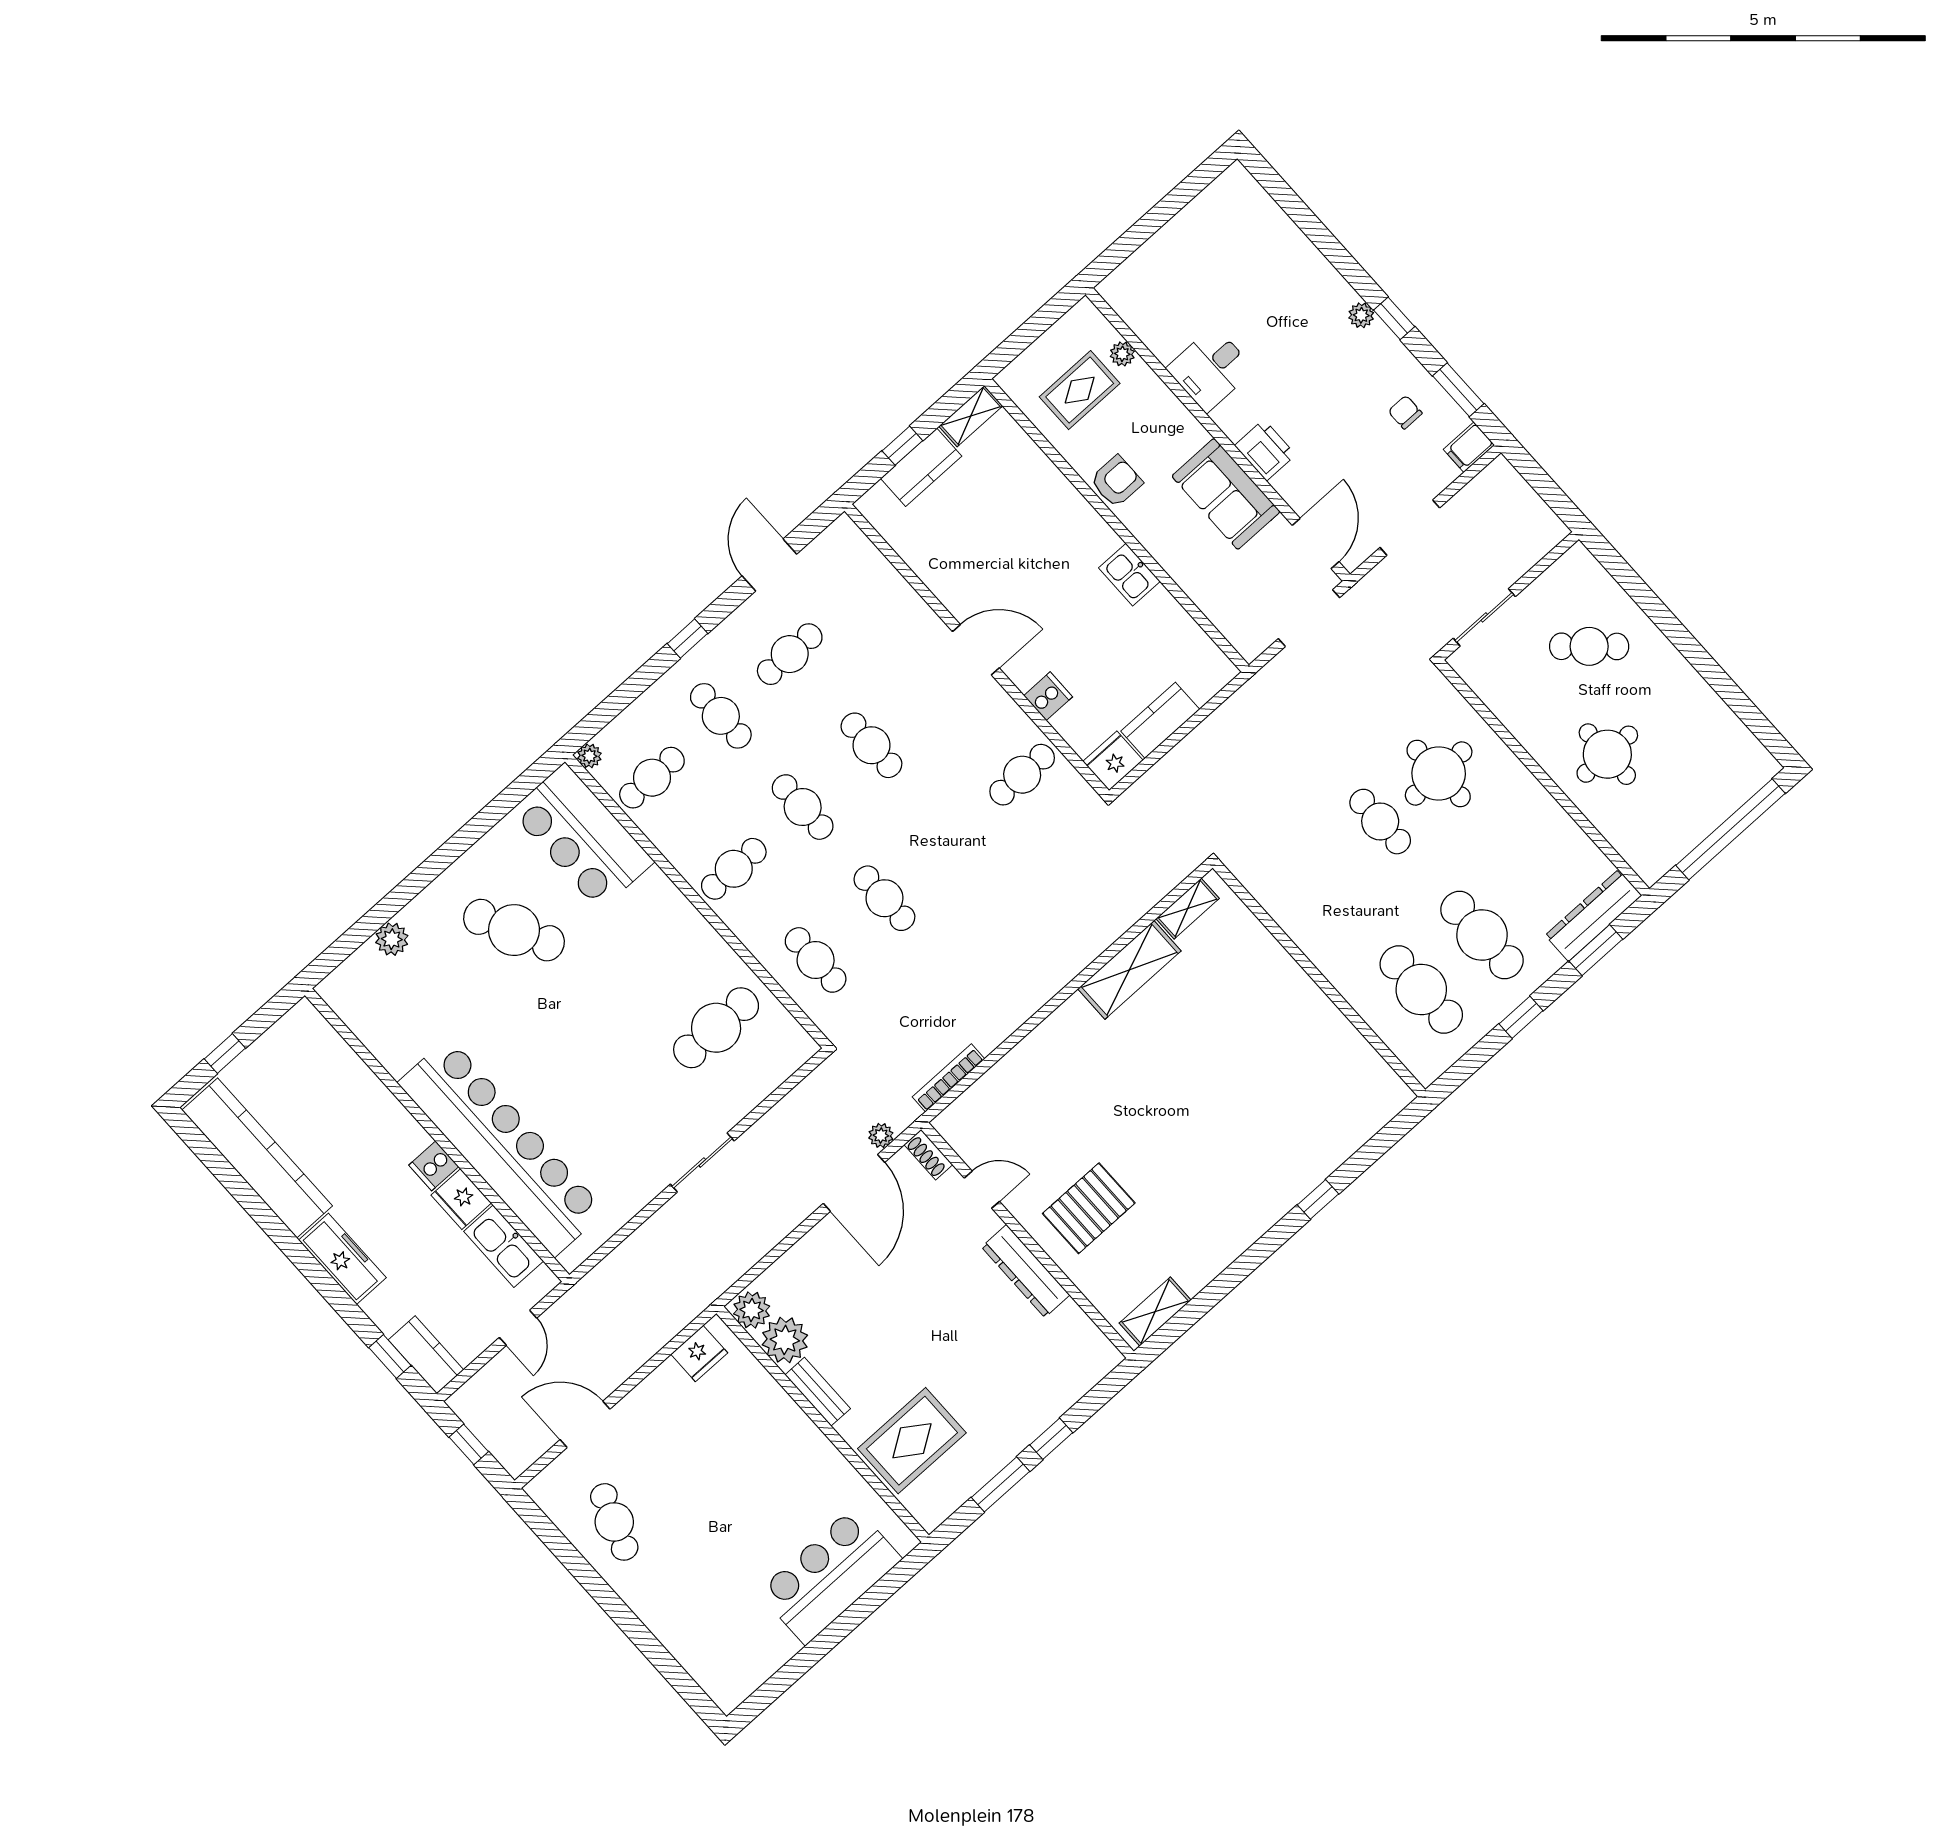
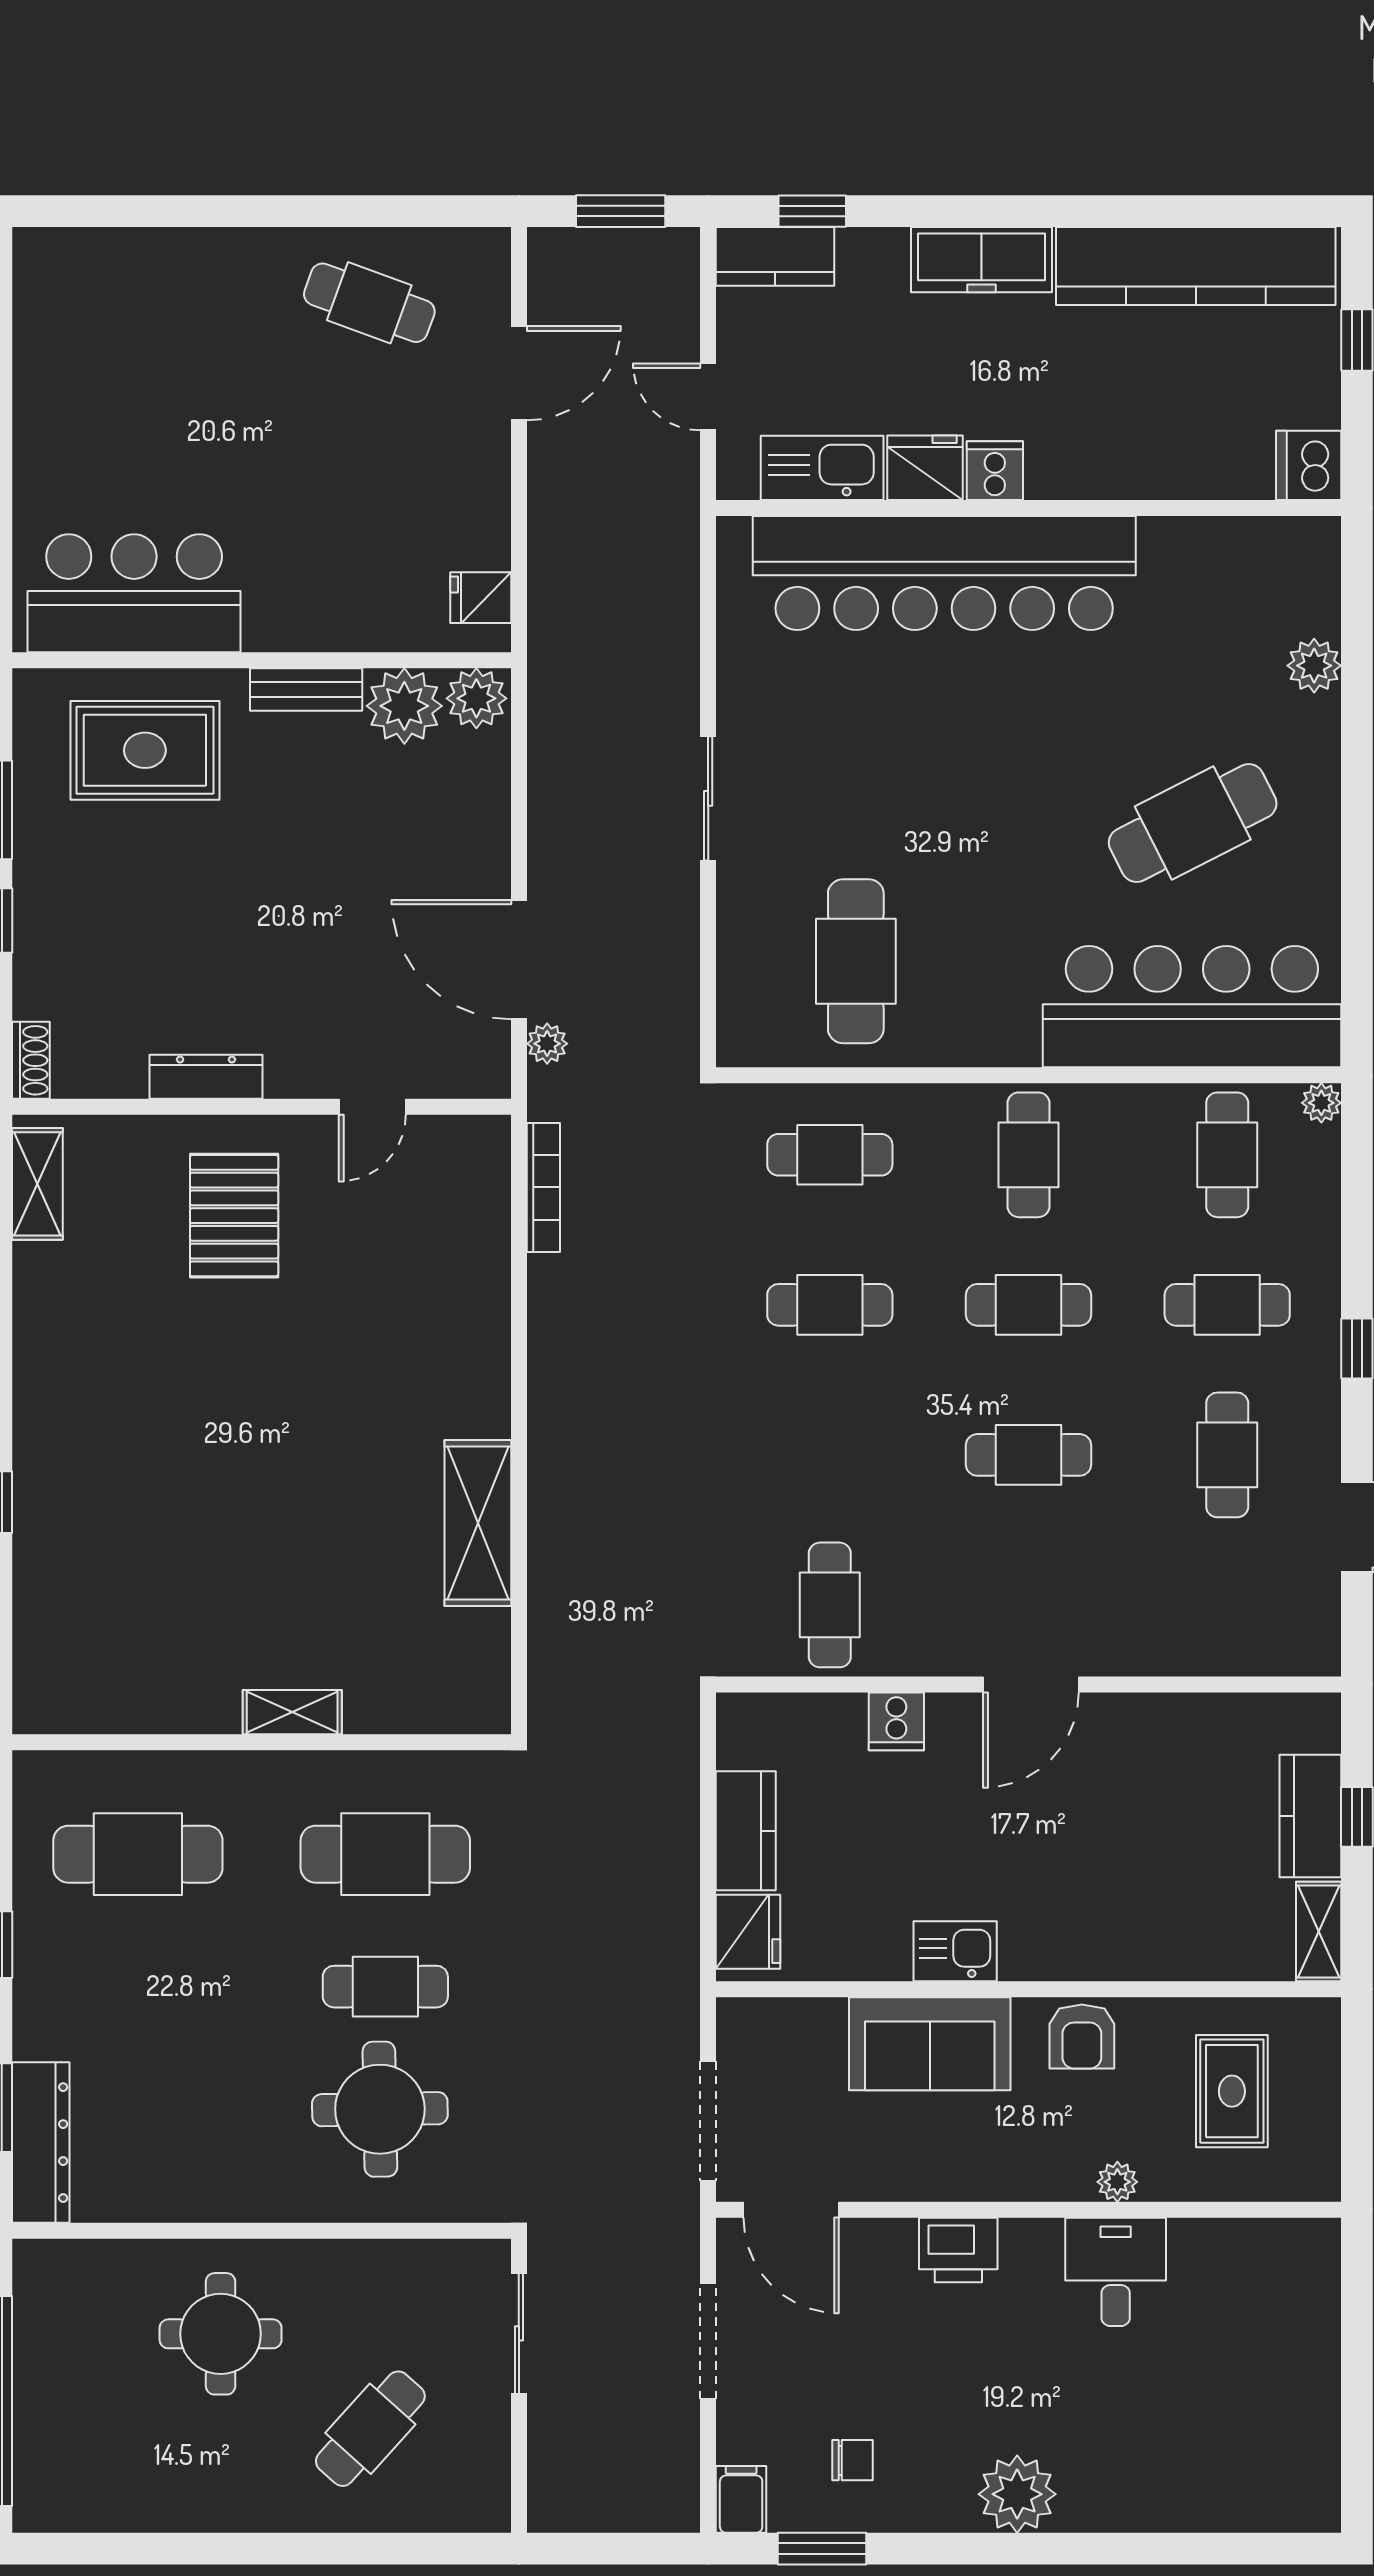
plant: (1361, 315) -> (1017, 2494), width x1.88, depth x1.88
window: (1394, 318) -> (978, 2549), removed
plant: (1122, 354) -> (1117, 2182), moved
sofa: (1226, 494) -> (930, 2044), moved, turned 180
fridge: (1113, 761) -> (748, 1932), moved
bar counter: (582, 837) -> (1192, 1007), width x1.36
shelving: (1188, 909) -> (292, 1712), moved, turned 90
cafe table: (1482, 935) -> (385, 1854), moved
dishwasher: (302, 1024) -> (1309, 465), added
shoe rack: (928, 1155) -> (31, 1060), moved, turned 90
dresser: (1026, 1271) -> (206, 1077), width x0.73, depth x0.80
fridge: (699, 1353) -> (481, 598), width x0.72
rug: (912, 1441) -> (145, 750), turned 90
window: (469, 1444) -> (621, 211), width x1.50
bar counter: (830, 1575) -> (134, 593), moved, turned -90

